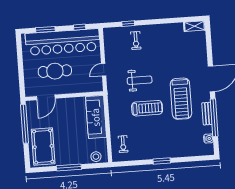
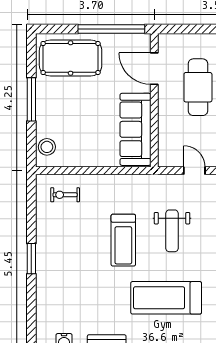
treadmill: (181, 99) -> (166, 298), moved
sofa: (96, 117) -> (135, 129), moved, turned -90

